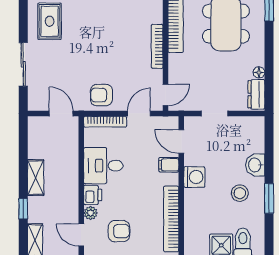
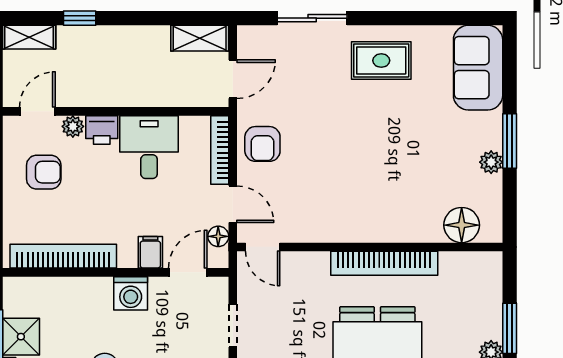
bookcase: (157, 46) -> (341, 234), removed
armchair: (101, 95) -> (262, 144), turned 180
floor lamp: (159, 123) -> (218, 236), added
shelving: (36, 178) -> (200, 38), moved
armchair: (119, 231) -> (44, 172), turned -90

